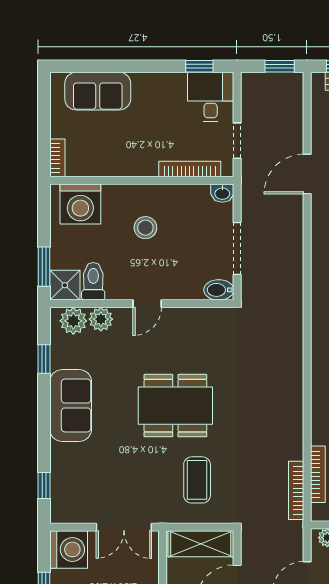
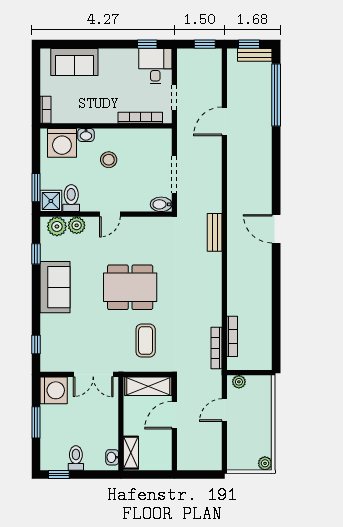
washbasin: (222, 193) -> (86, 135), moved
bench: (293, 329) -> (215, 232), added

